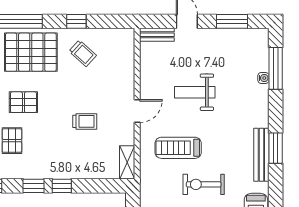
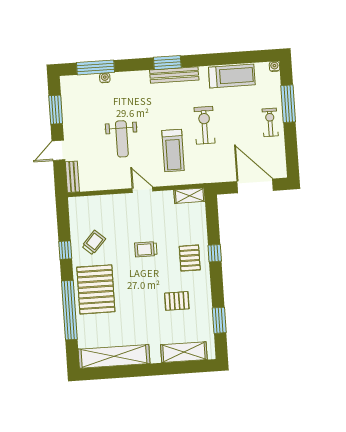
pallet: (23, 102) -> (190, 258), moved
trolley: (85, 121) -> (146, 249), moved, turned -90
exercise bike: (204, 184) -> (205, 125), turned 180
window: (33, 186) -> (216, 279), removed

